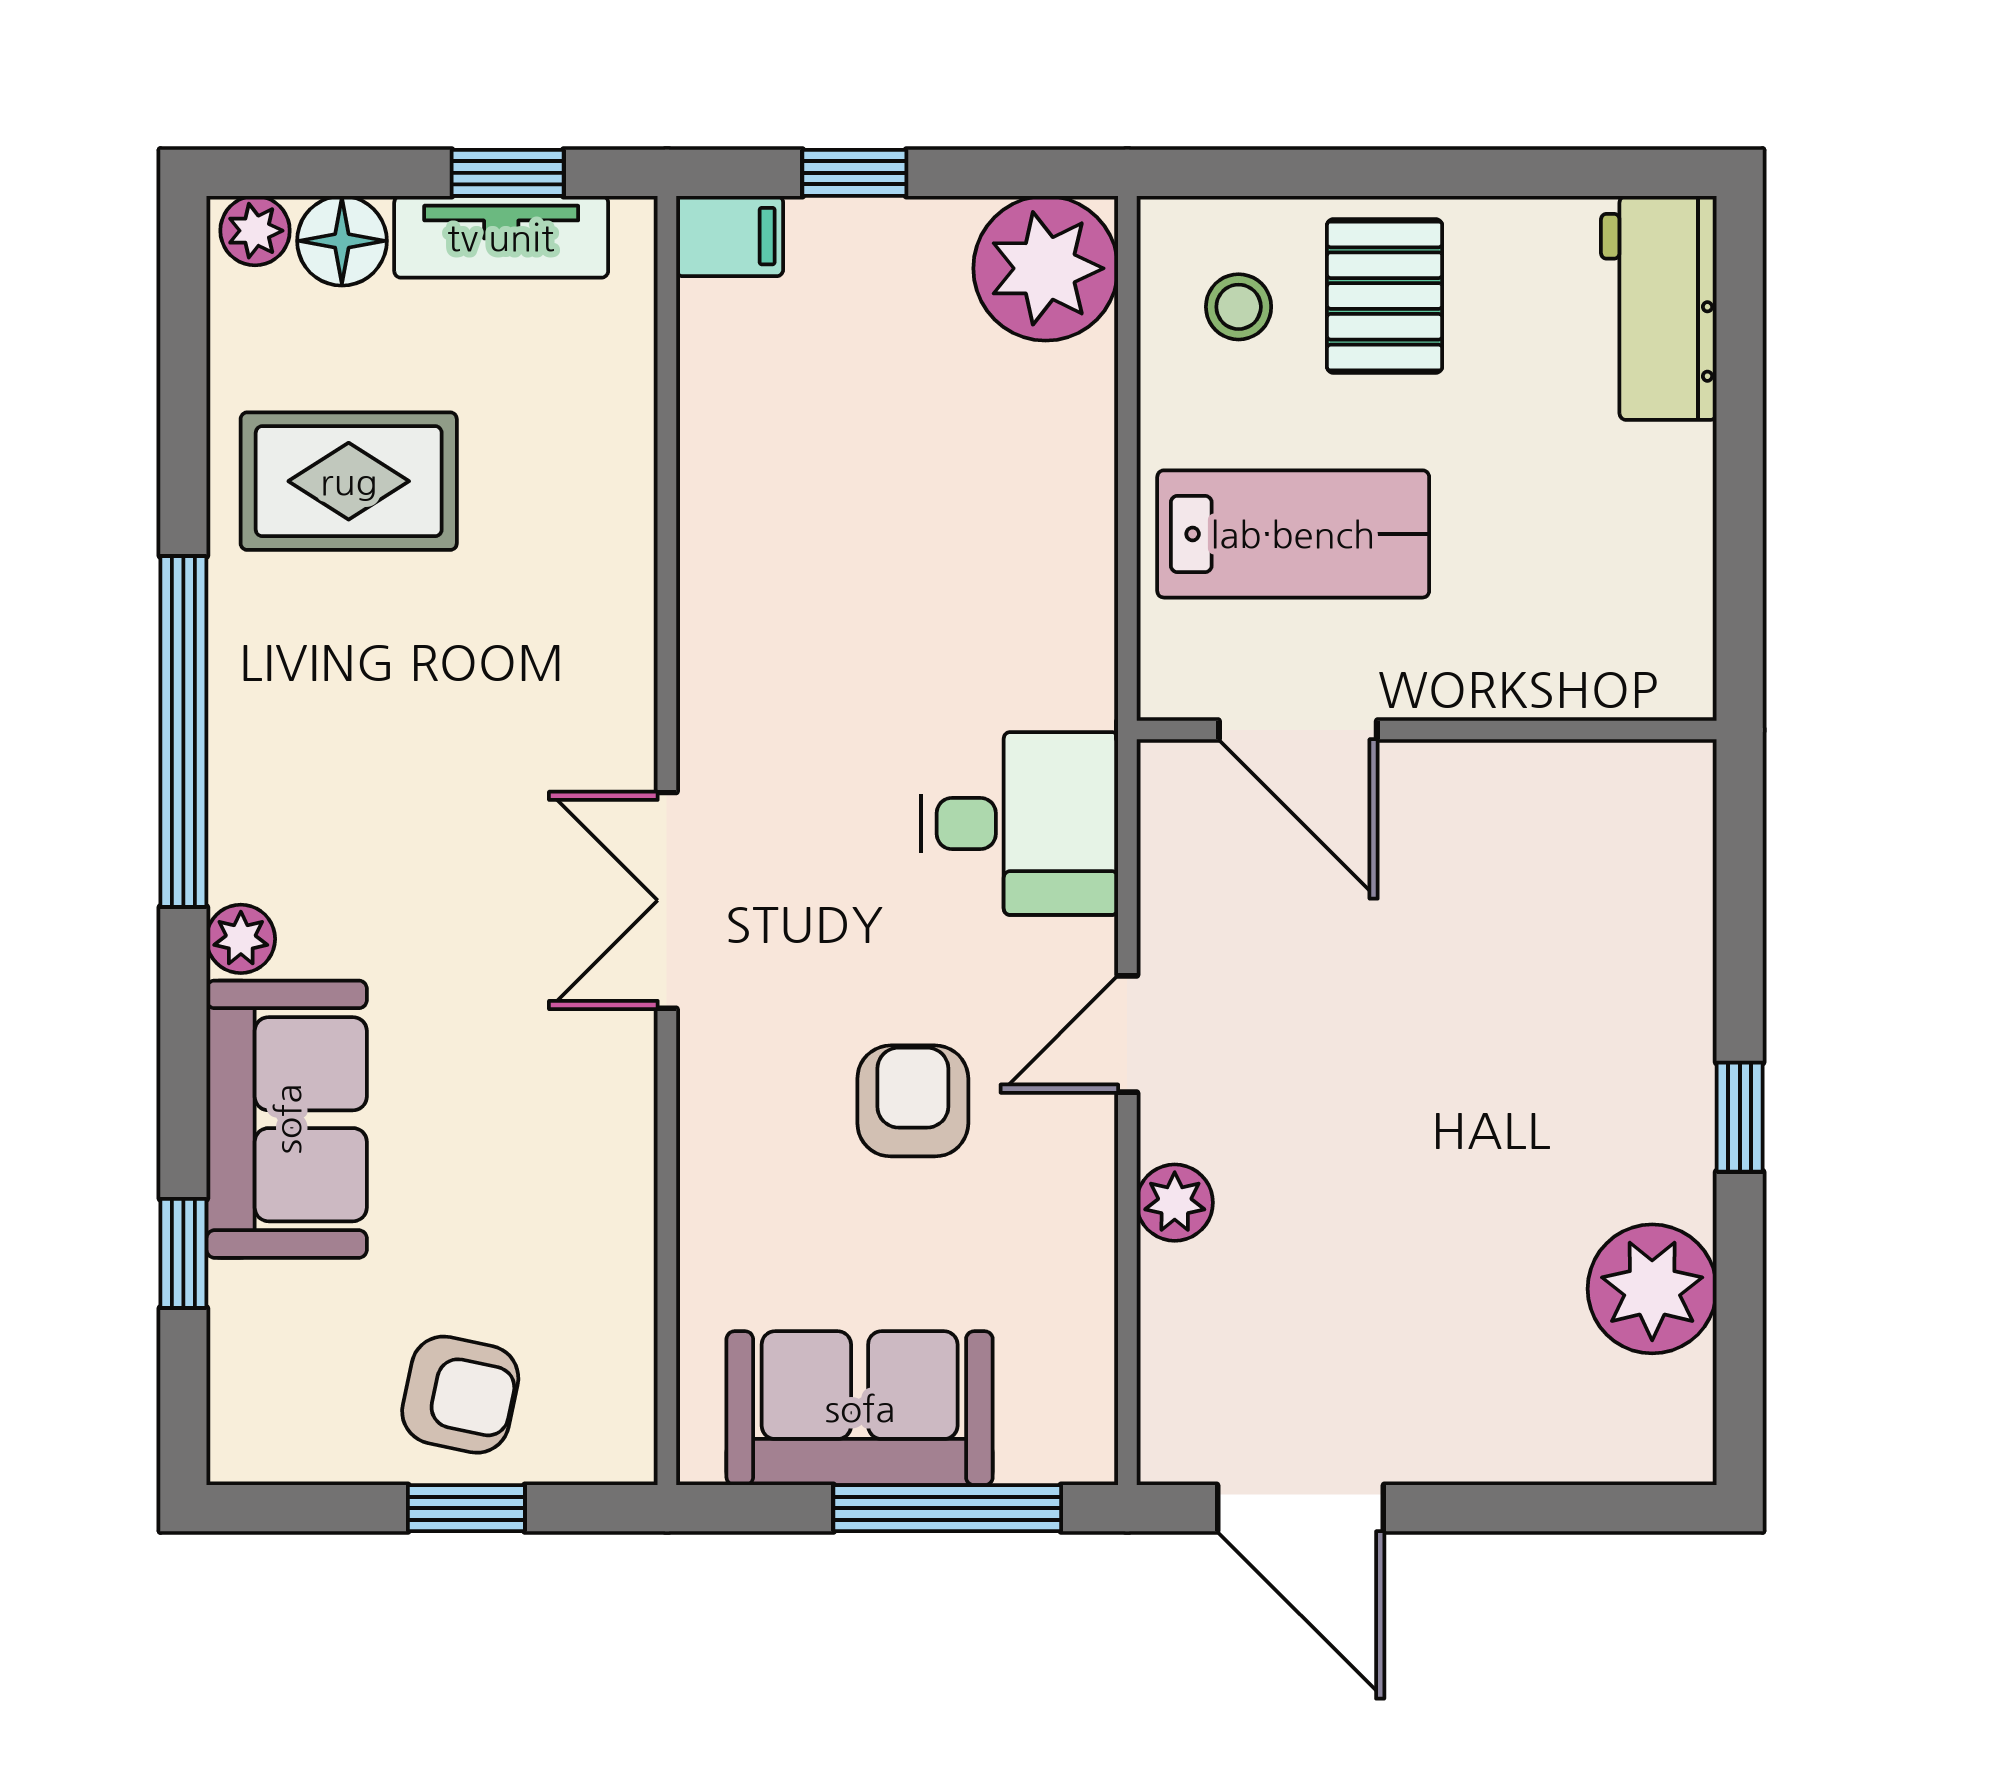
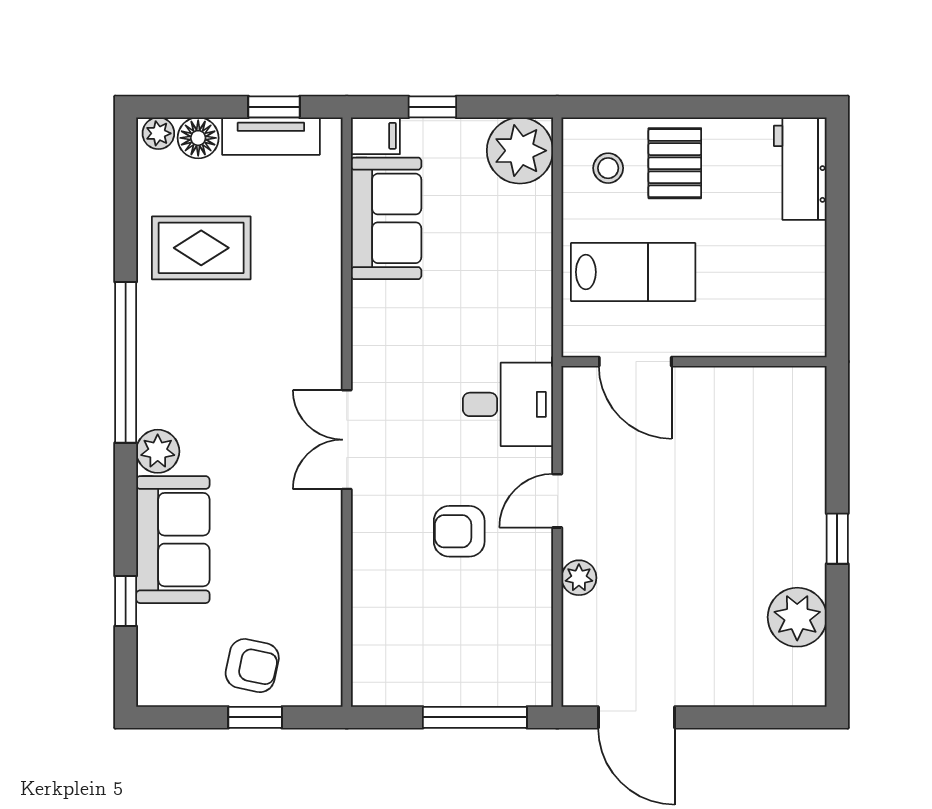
plant: (241, 939) -> (158, 451), width x1.38, depth x1.38
armchair: (913, 1101) -> (459, 531), turned -90
sofa: (860, 1408) -> (386, 218), moved, turned 90

